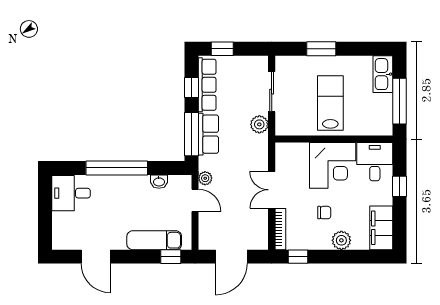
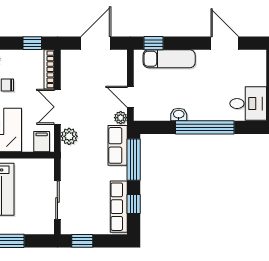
window: (222, 49) -> (82, 241), moved
plant: (259, 124) -> (69, 136), moved
row of seats: (208, 134) -> (118, 145), moved
filing cabinet: (288, 153) -> (42, 142), added
washbasin: (159, 182) -> (179, 115), moved
double door: (272, 190) -> (57, 107), swing flipped

